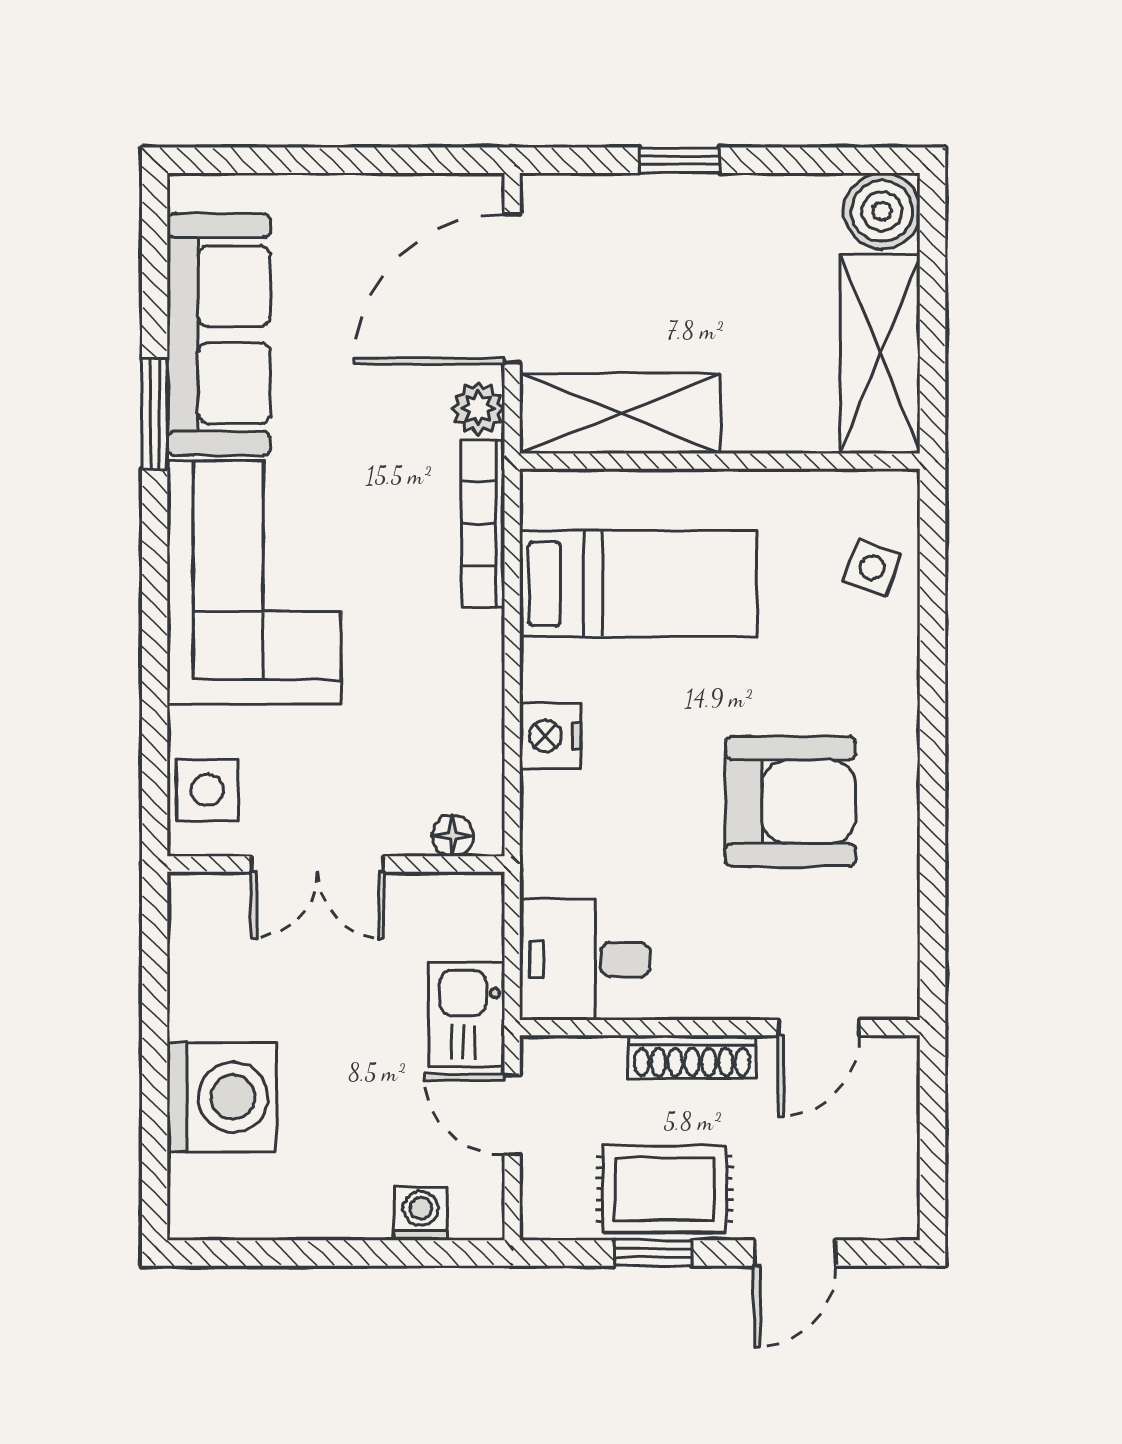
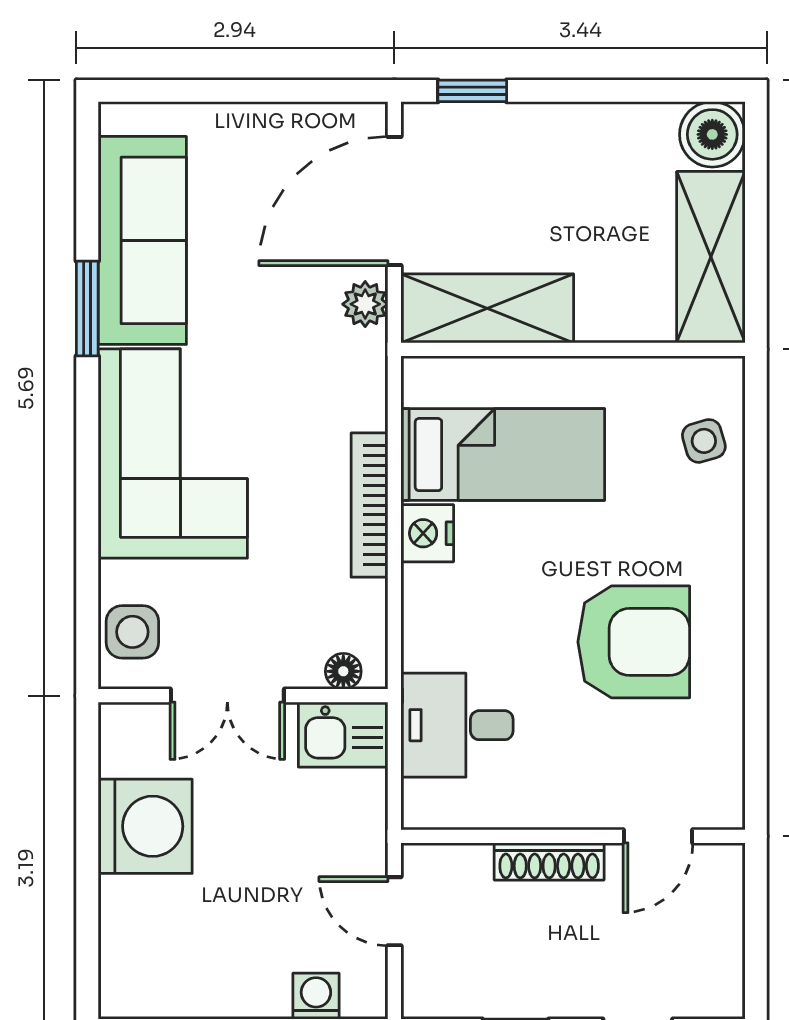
window: (679, 160) -> (472, 91), moved
bookcase: (483, 524) -> (370, 505), moved
side table: (872, 568) -> (704, 441), turned -36
nightstand: (550, 736) -> (427, 533), moved
desk: (585, 960) -> (457, 725), moved
kitchen sink: (467, 1014) -> (343, 735), moved, turned -90
washing machine: (222, 1097) -> (145, 826), moved
rug: (664, 1189) -> (525, 975), removed

